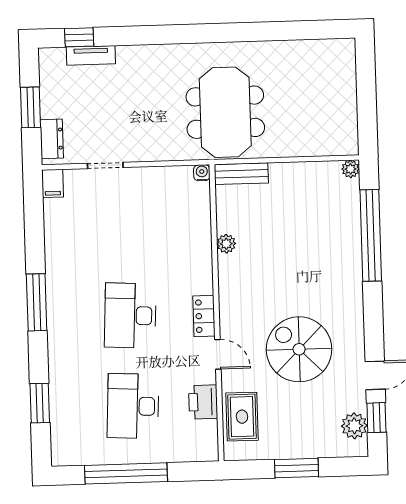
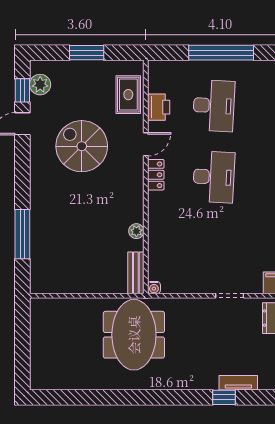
window: (79, 37) -> (224, 397), moved
plant: (351, 169) -> (37, 287), removed
bench: (241, 174) -> (136, 273), moved, turned 90
window: (371, 235) -> (22, 234), width x0.68
spiral stairs: (299, 349) -> (82, 146), turned 180
door: (218, 354) -> (146, 144), swing flipped

